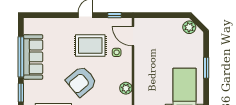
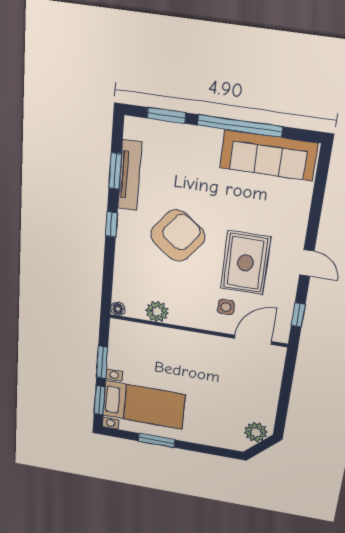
sofa: (33, 57) -> (269, 155), moved
window: (206, 68) -> (156, 440), moved
armchair: (81, 81) -> (178, 236), turned 77

